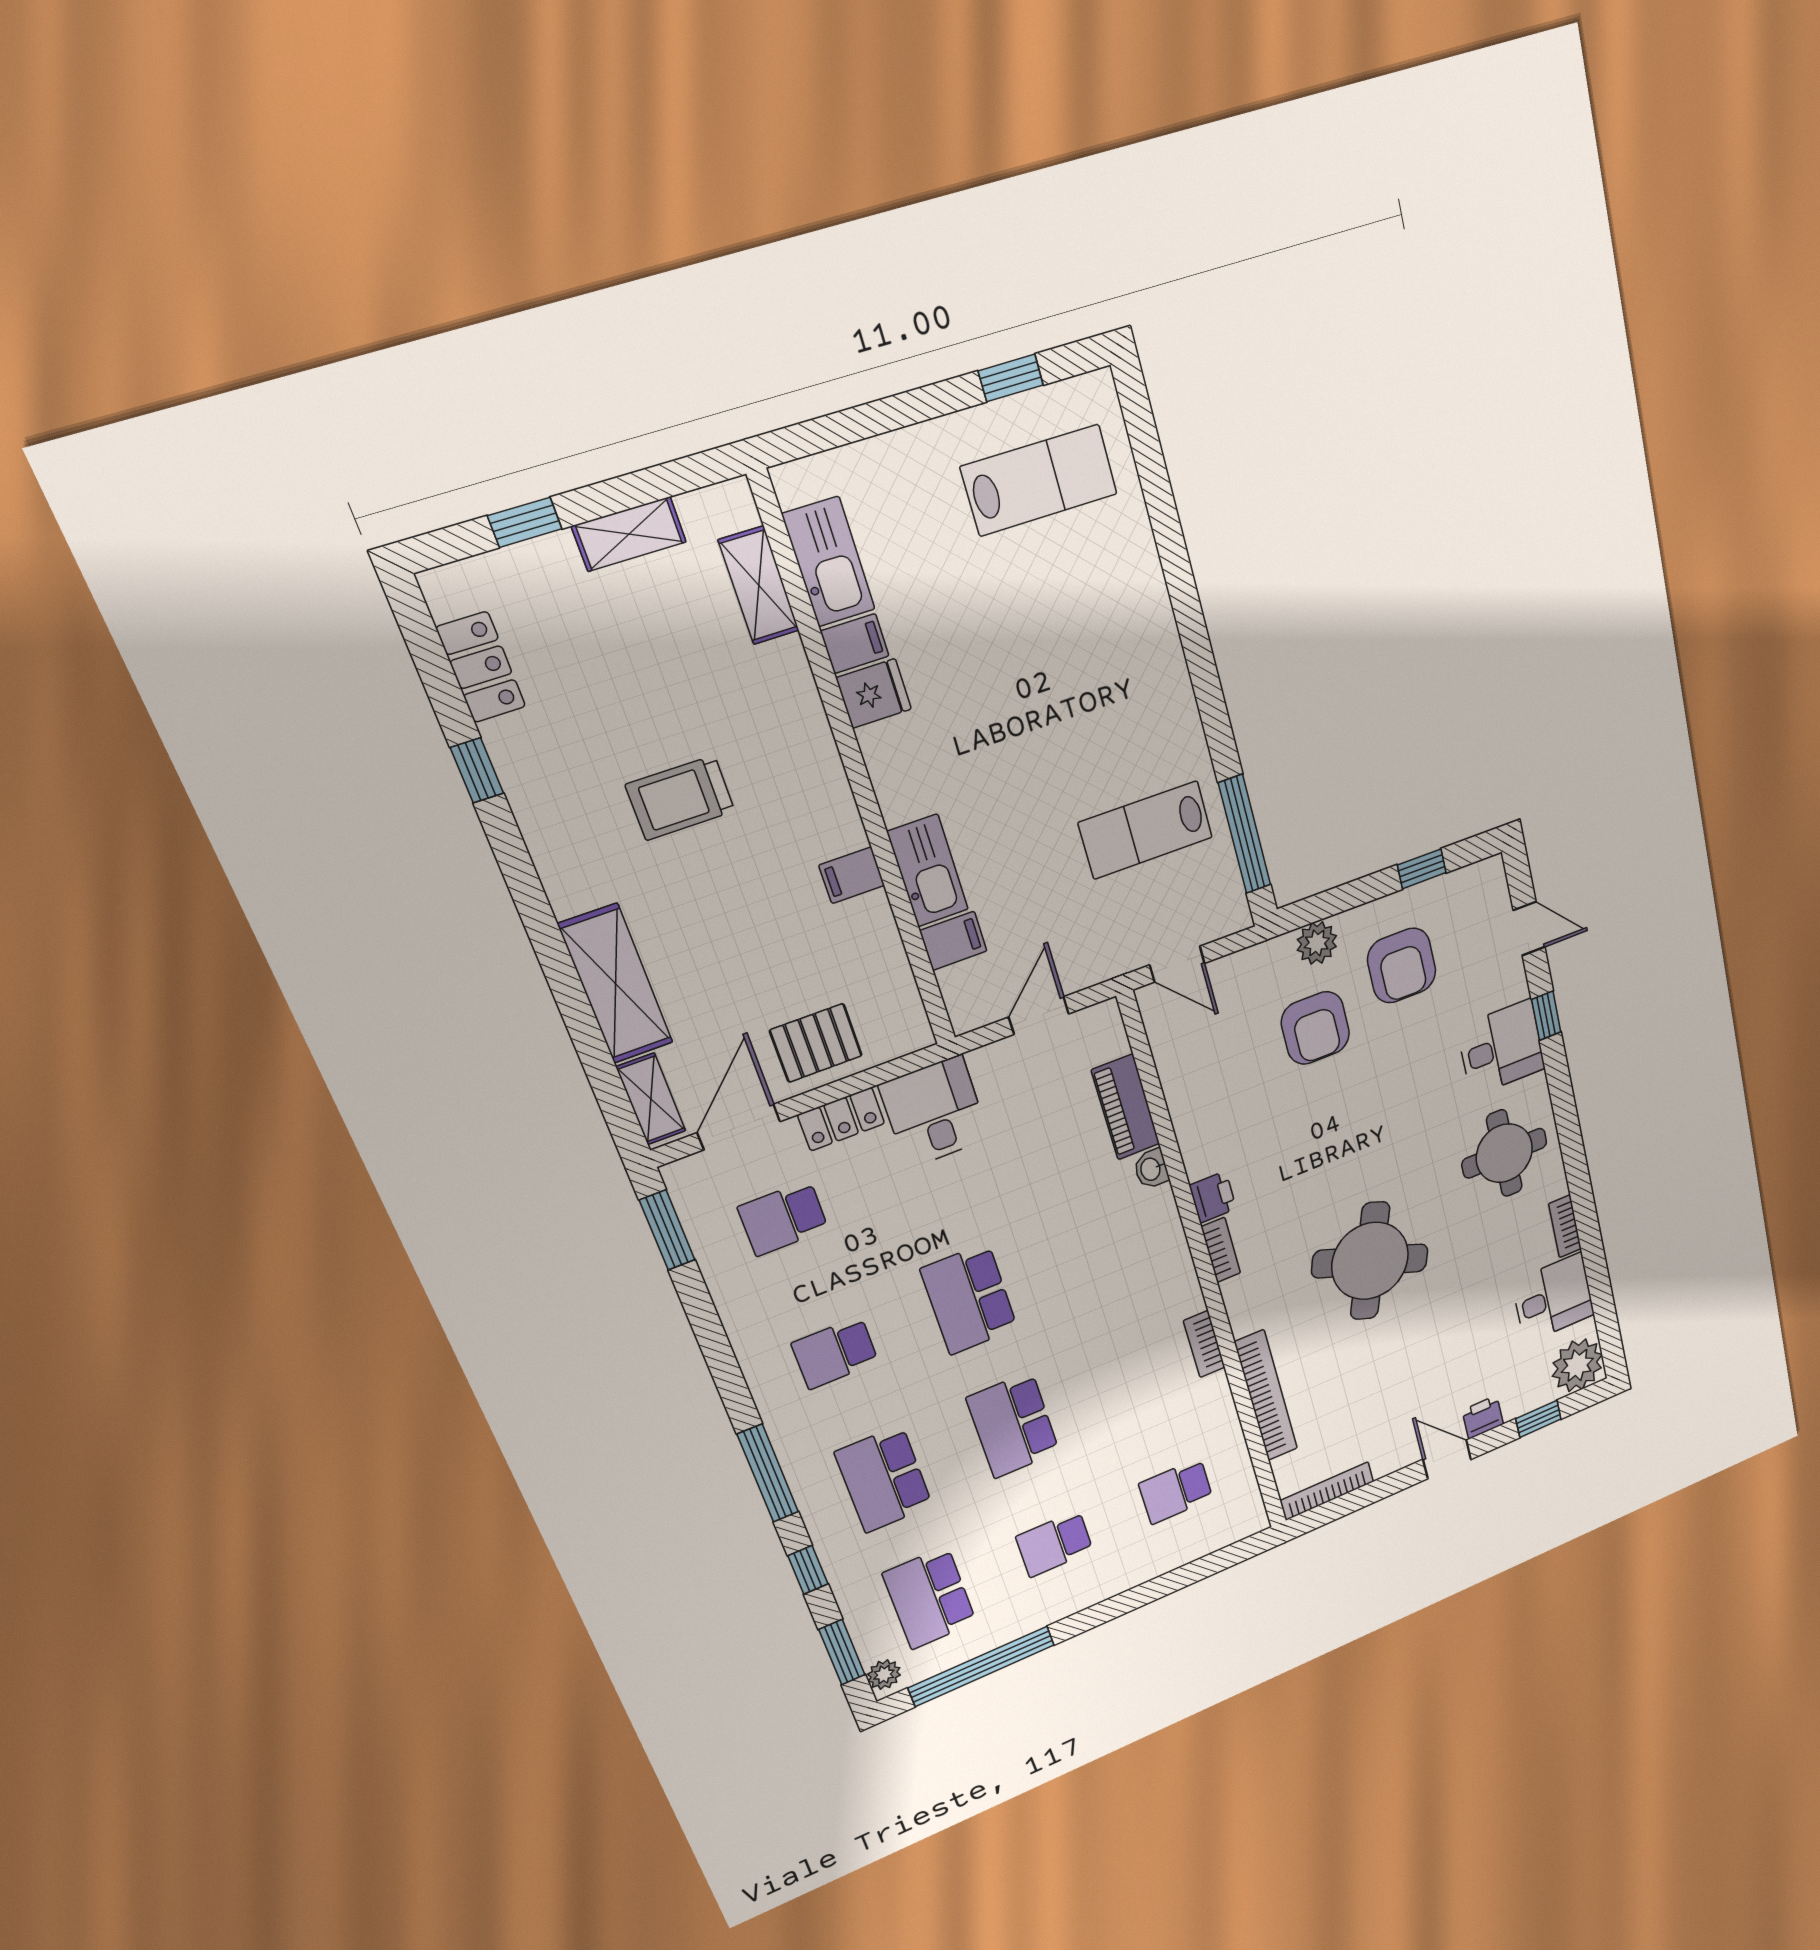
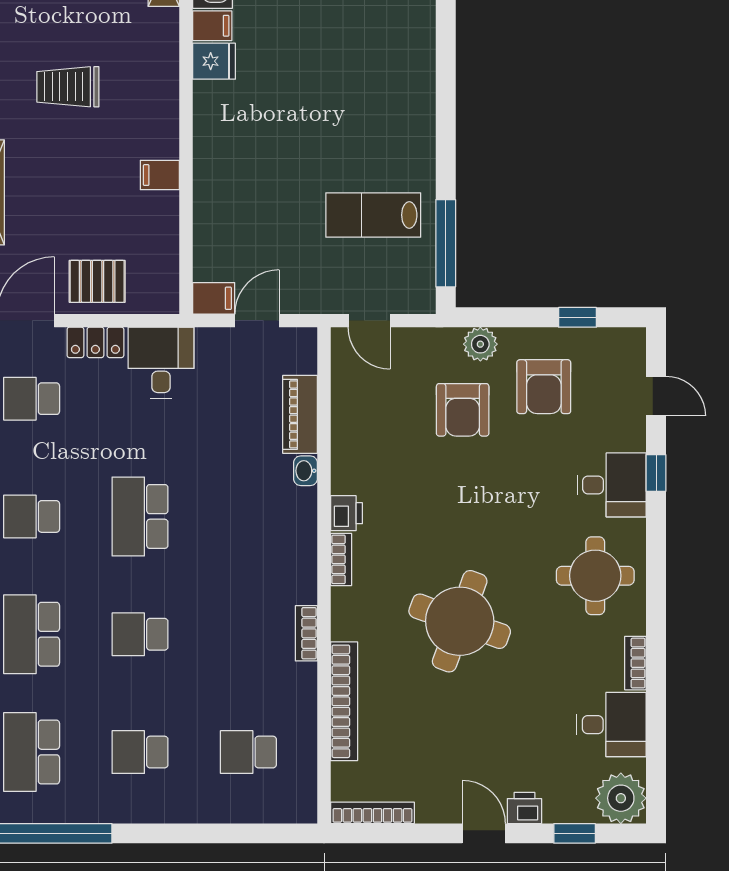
kitchen sink: (928, 871) -> (212, 190), removed
filing cabinet: (953, 941) -> (214, 298), moved
school desk: (1013, 1425) -> (140, 634), width x0.54

